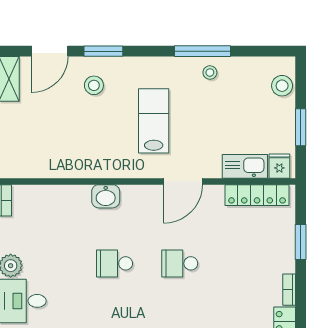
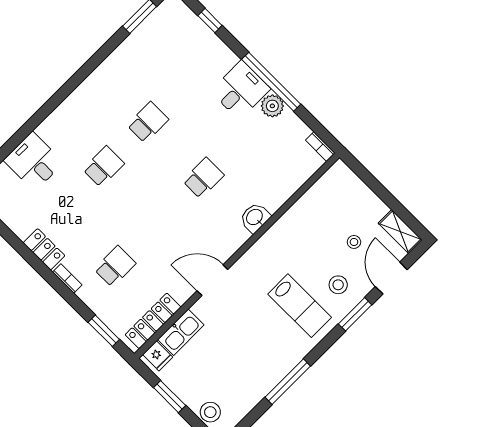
stool: (210, 73) -> (354, 242), moved
lab bench: (154, 121) -> (300, 306), moved
door: (183, 181) -> (212, 280), hinge flipped
window: (301, 242) -> (104, 331), moved
school desk: (180, 263) -> (115, 266), moved

